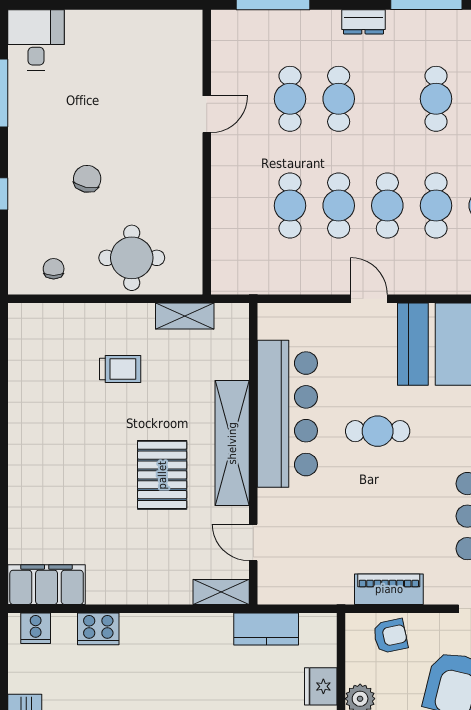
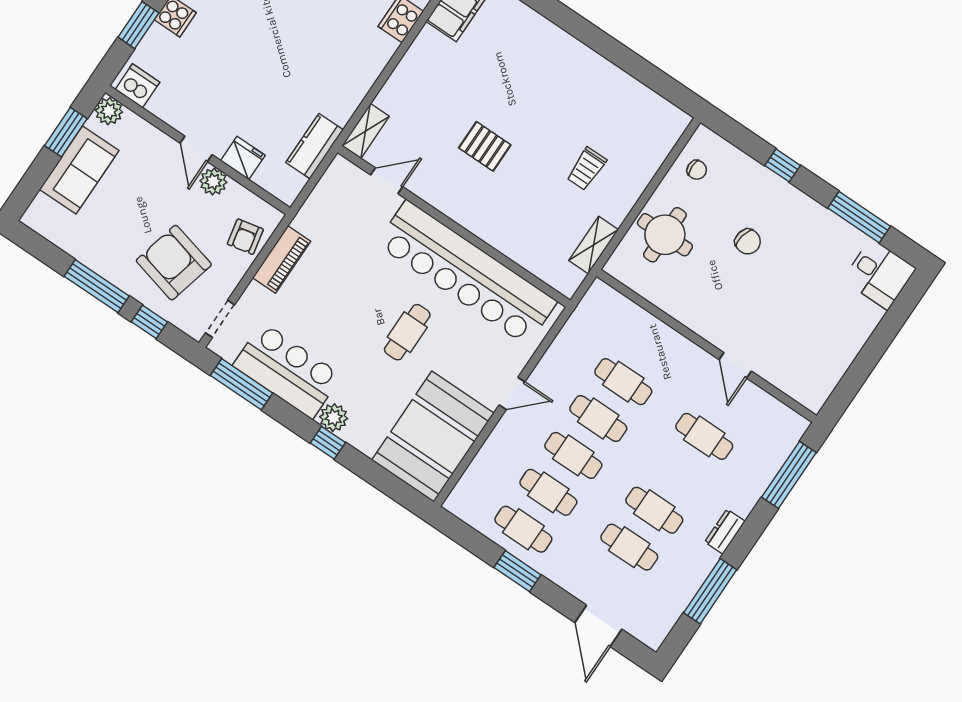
cafe table: (339, 99) -> (654, 510), moved
bar counter: (287, 414) -> (467, 273), width x1.36
shelving: (232, 443) -> (473, 216), removed
pallet: (162, 475) -> (485, 146), width x0.67, depth x0.71

